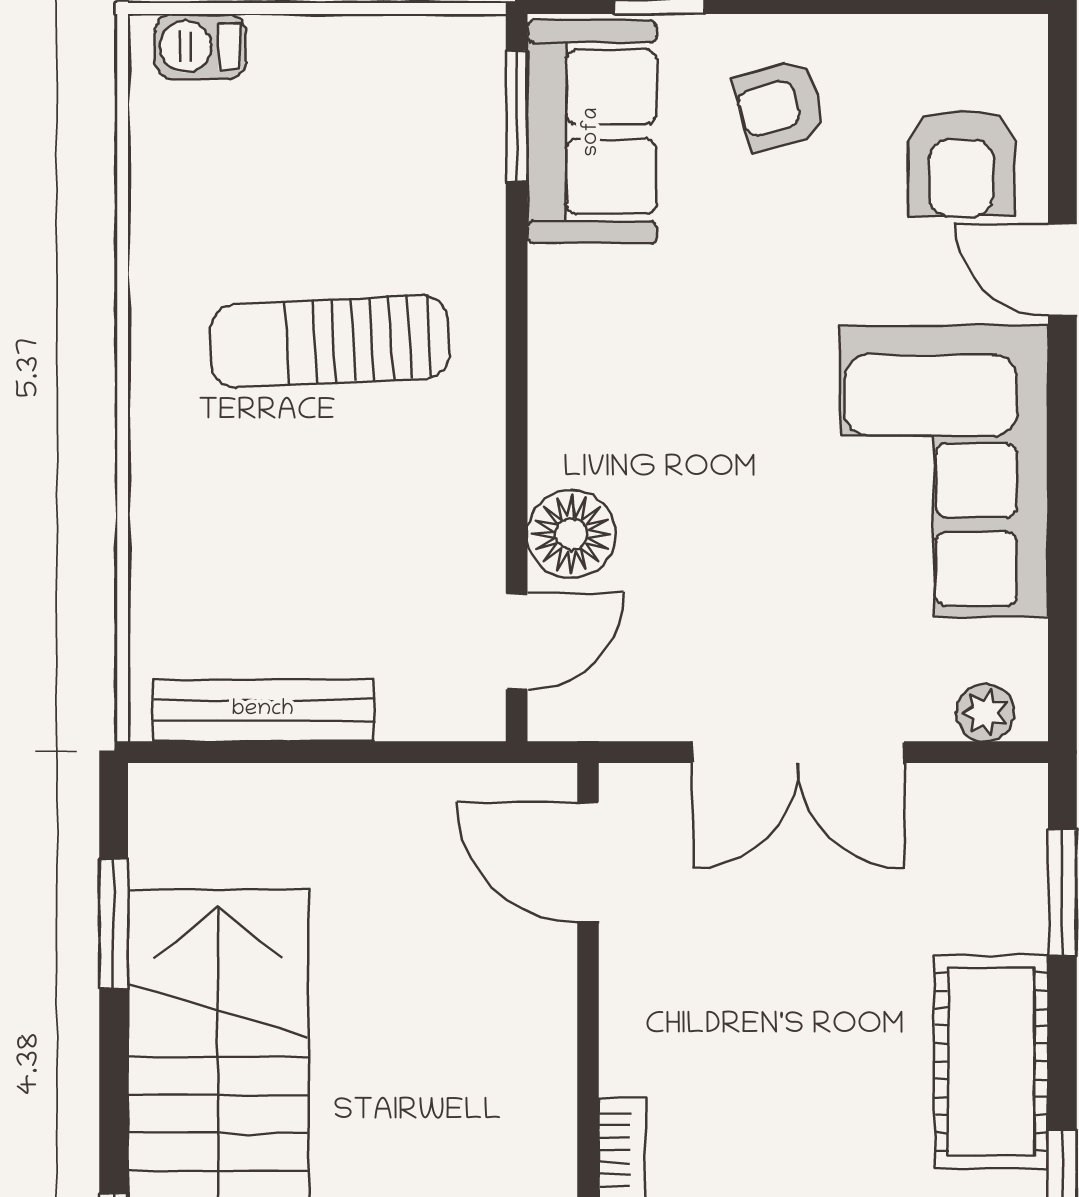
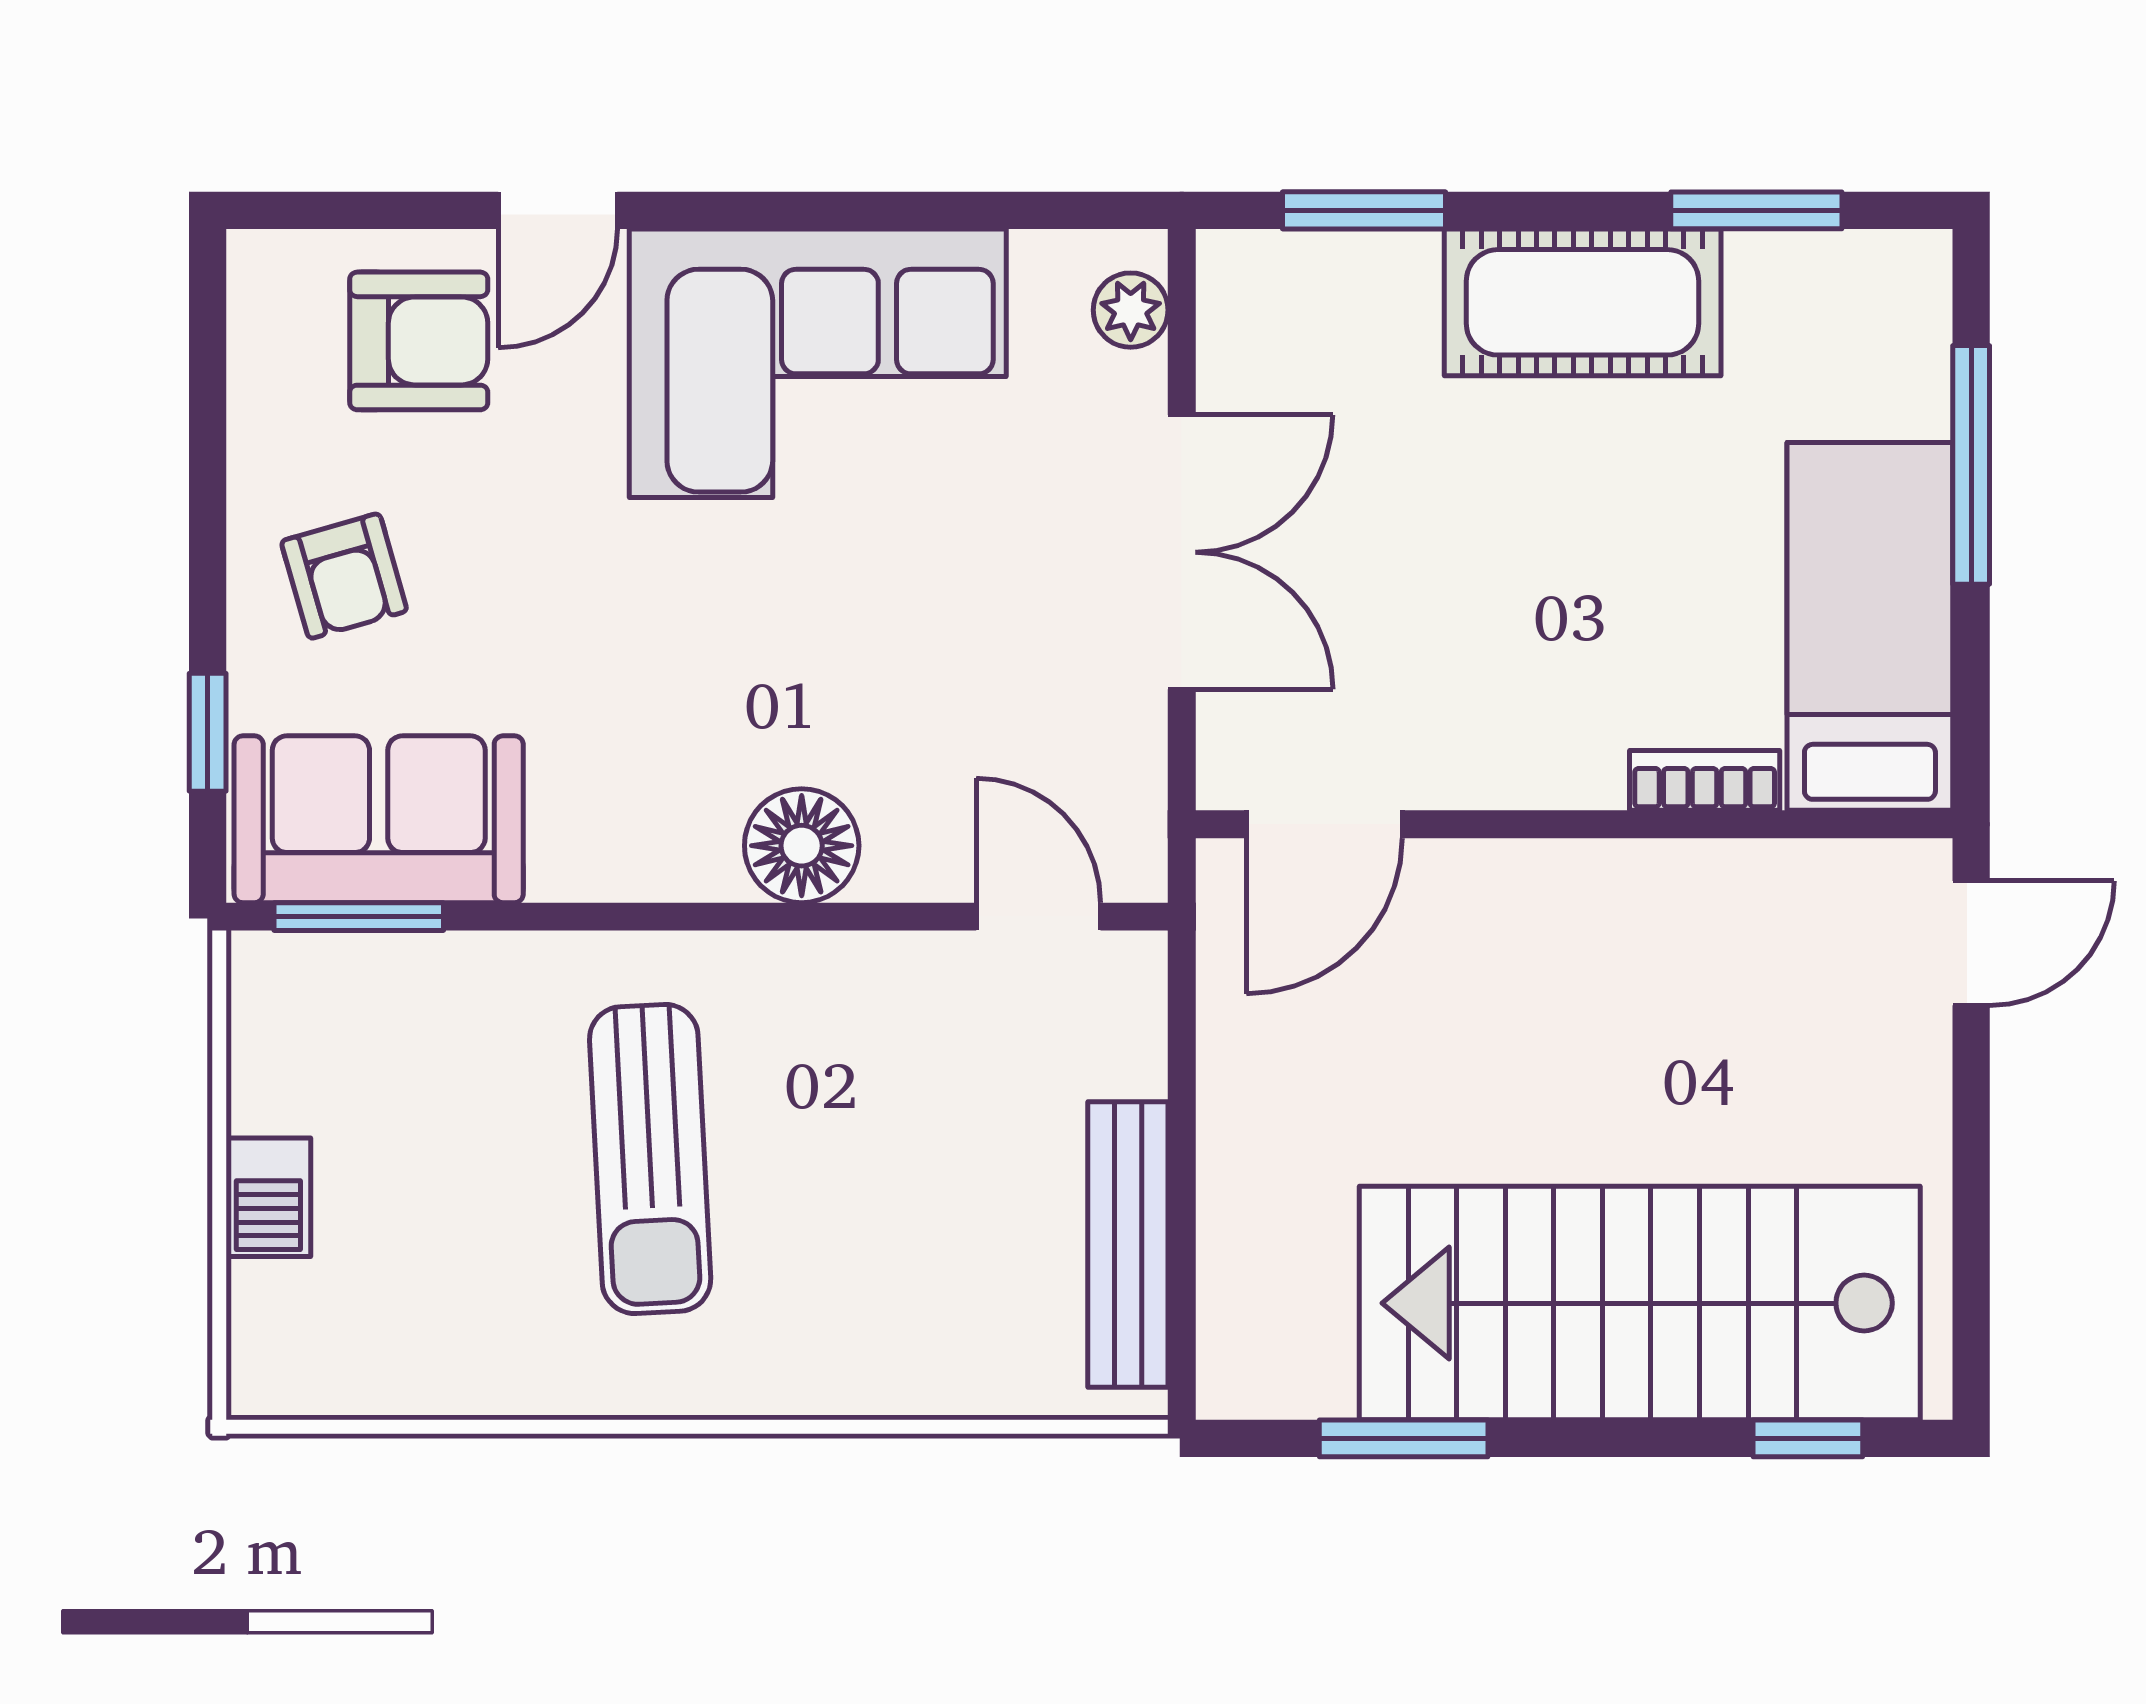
barbecue: (200, 46) -> (268, 1197), moved
floor lamp: (571, 534) -> (802, 846), moved

